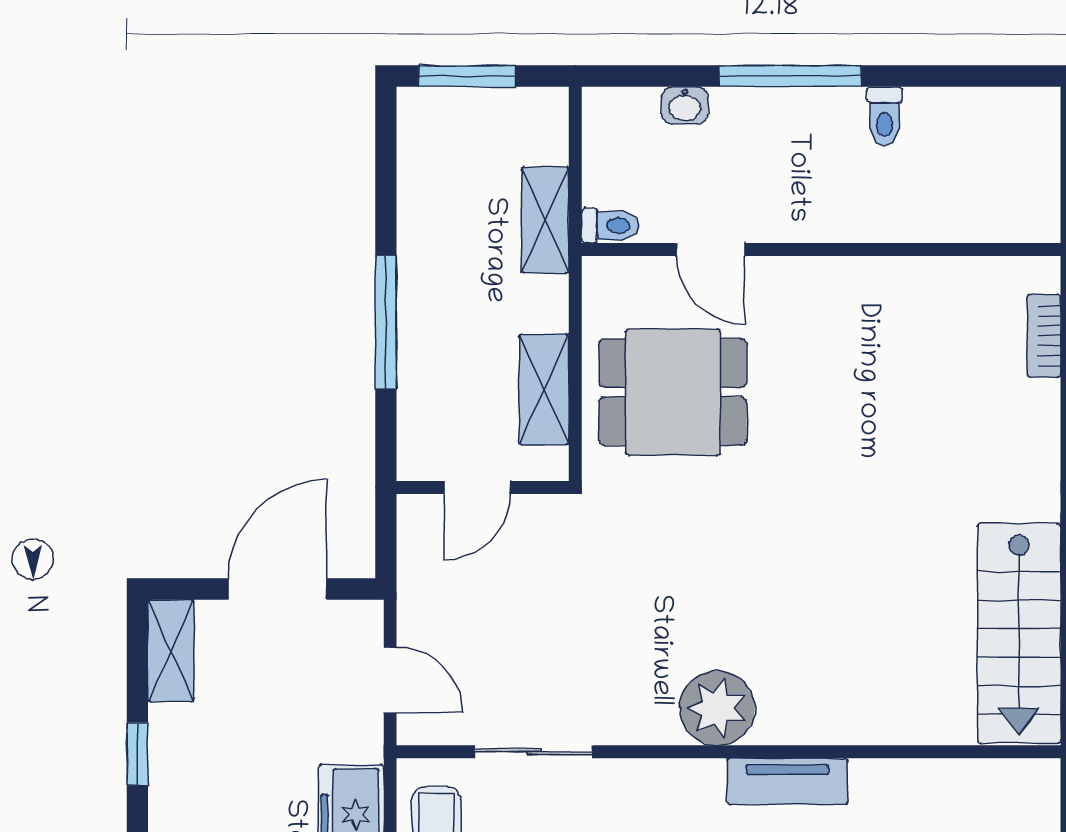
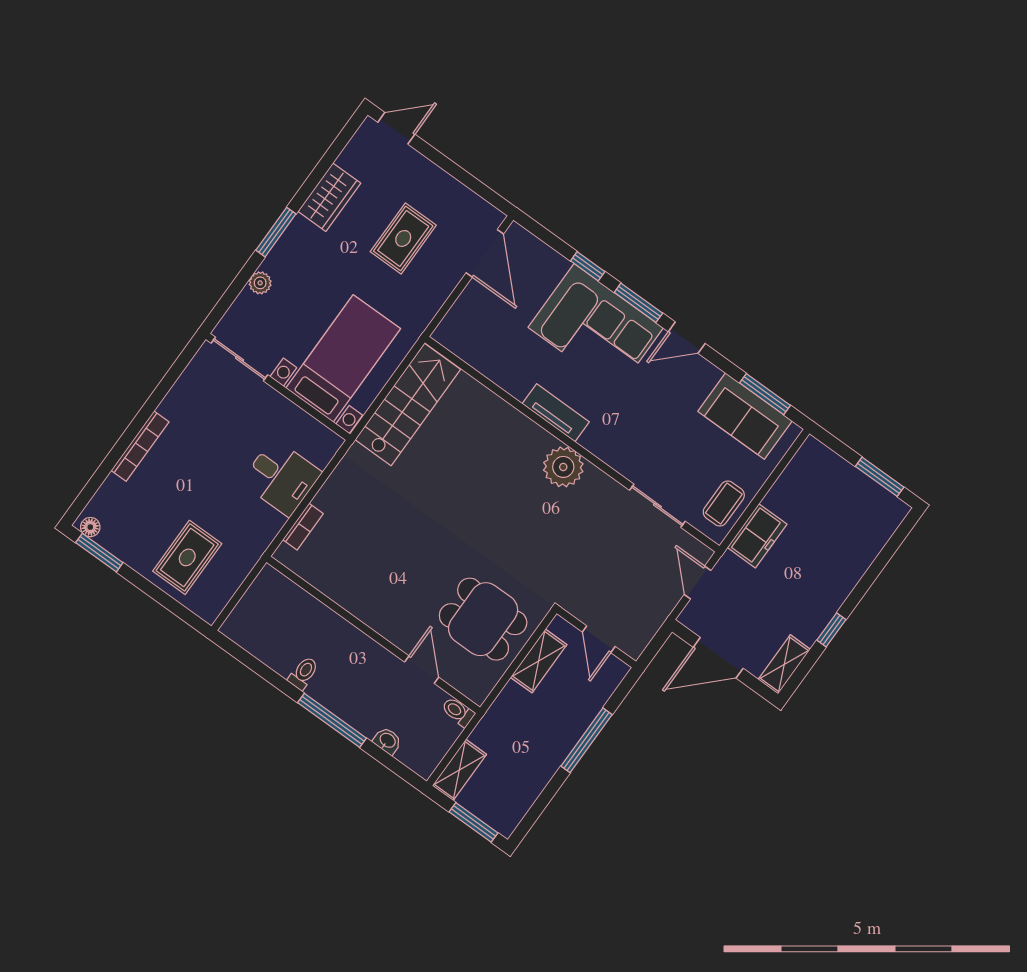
shelving: (545, 220) -> (459, 770), moved
door: (477, 487) -> (599, 639), swing flipped

